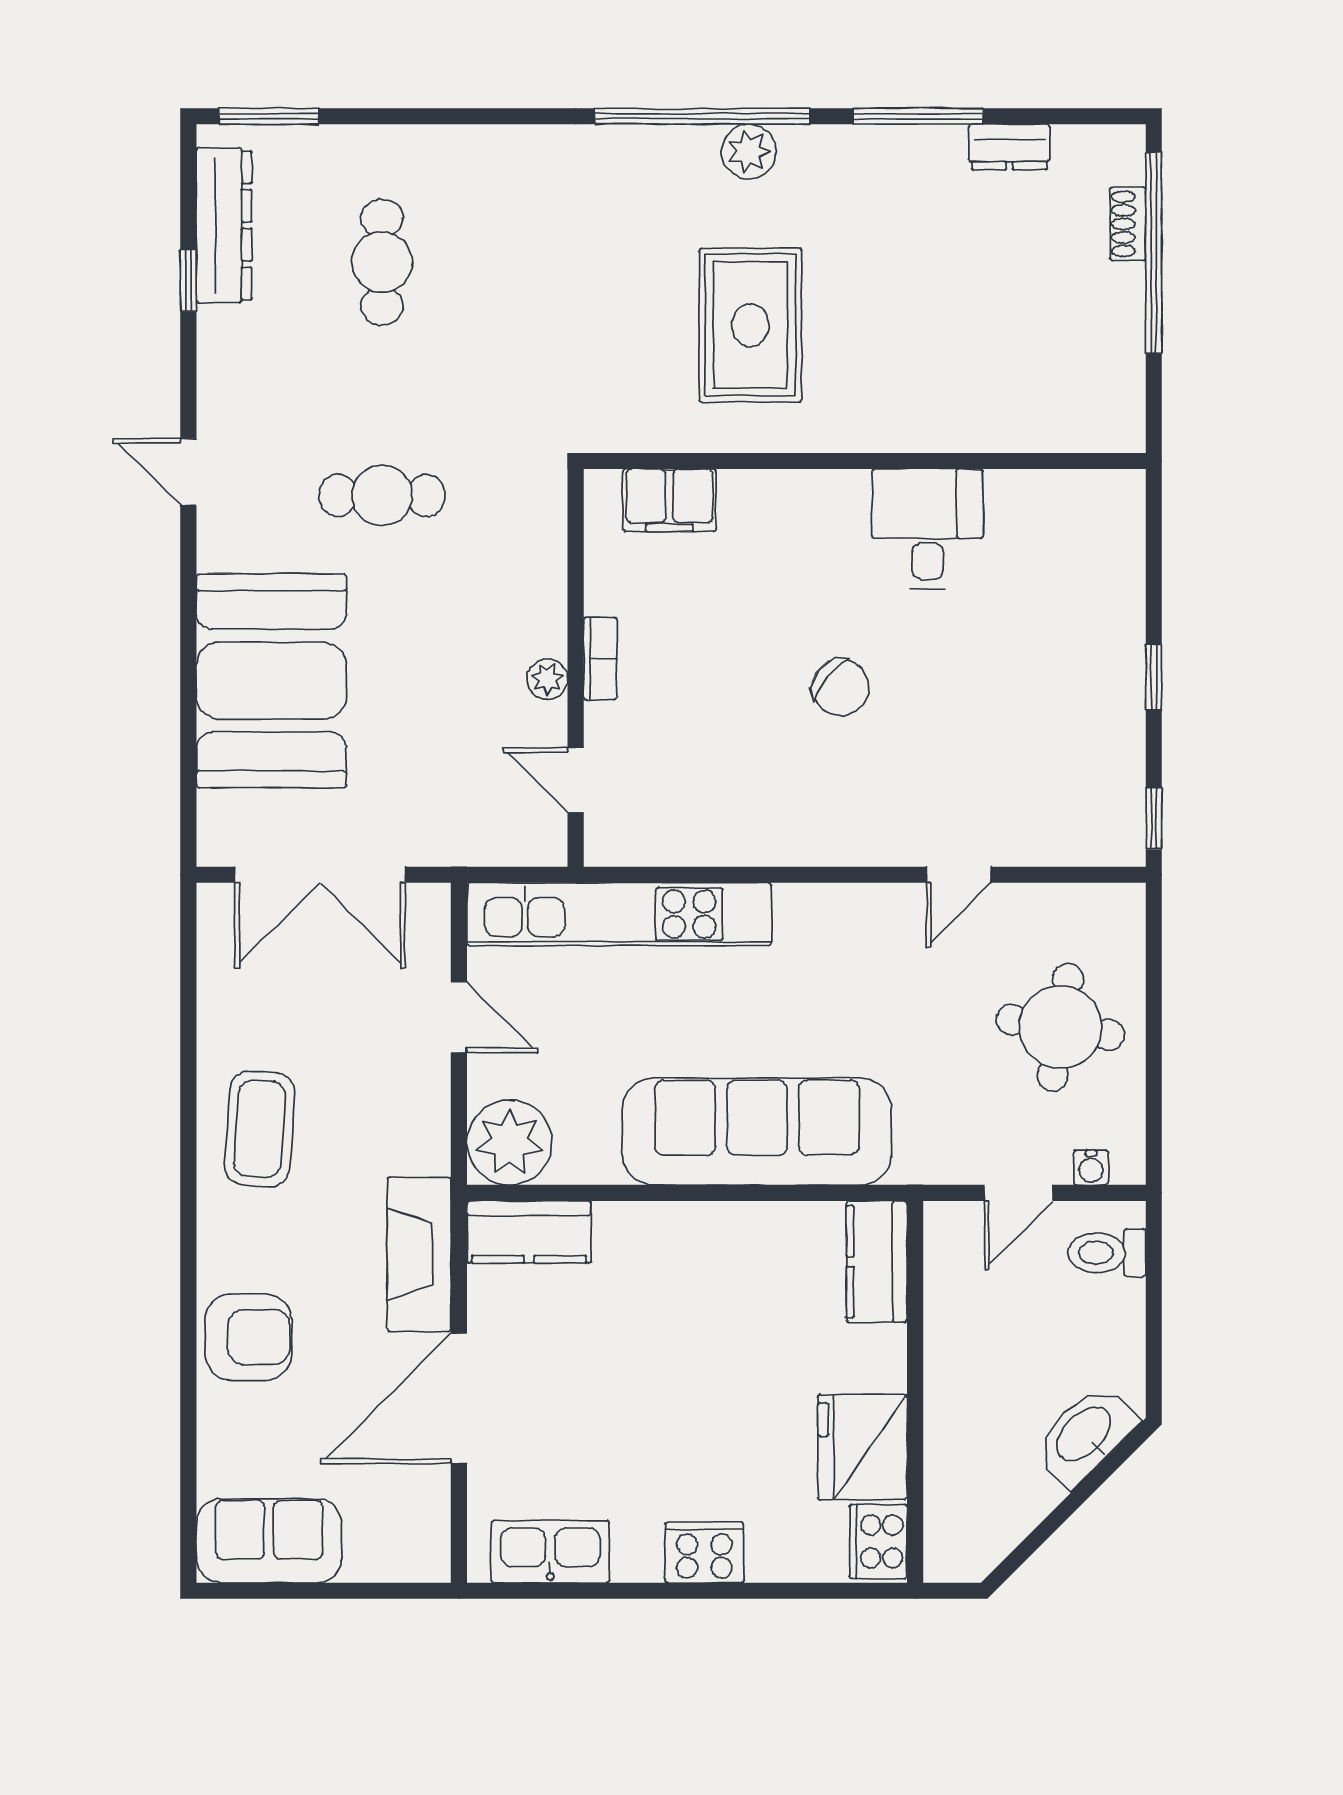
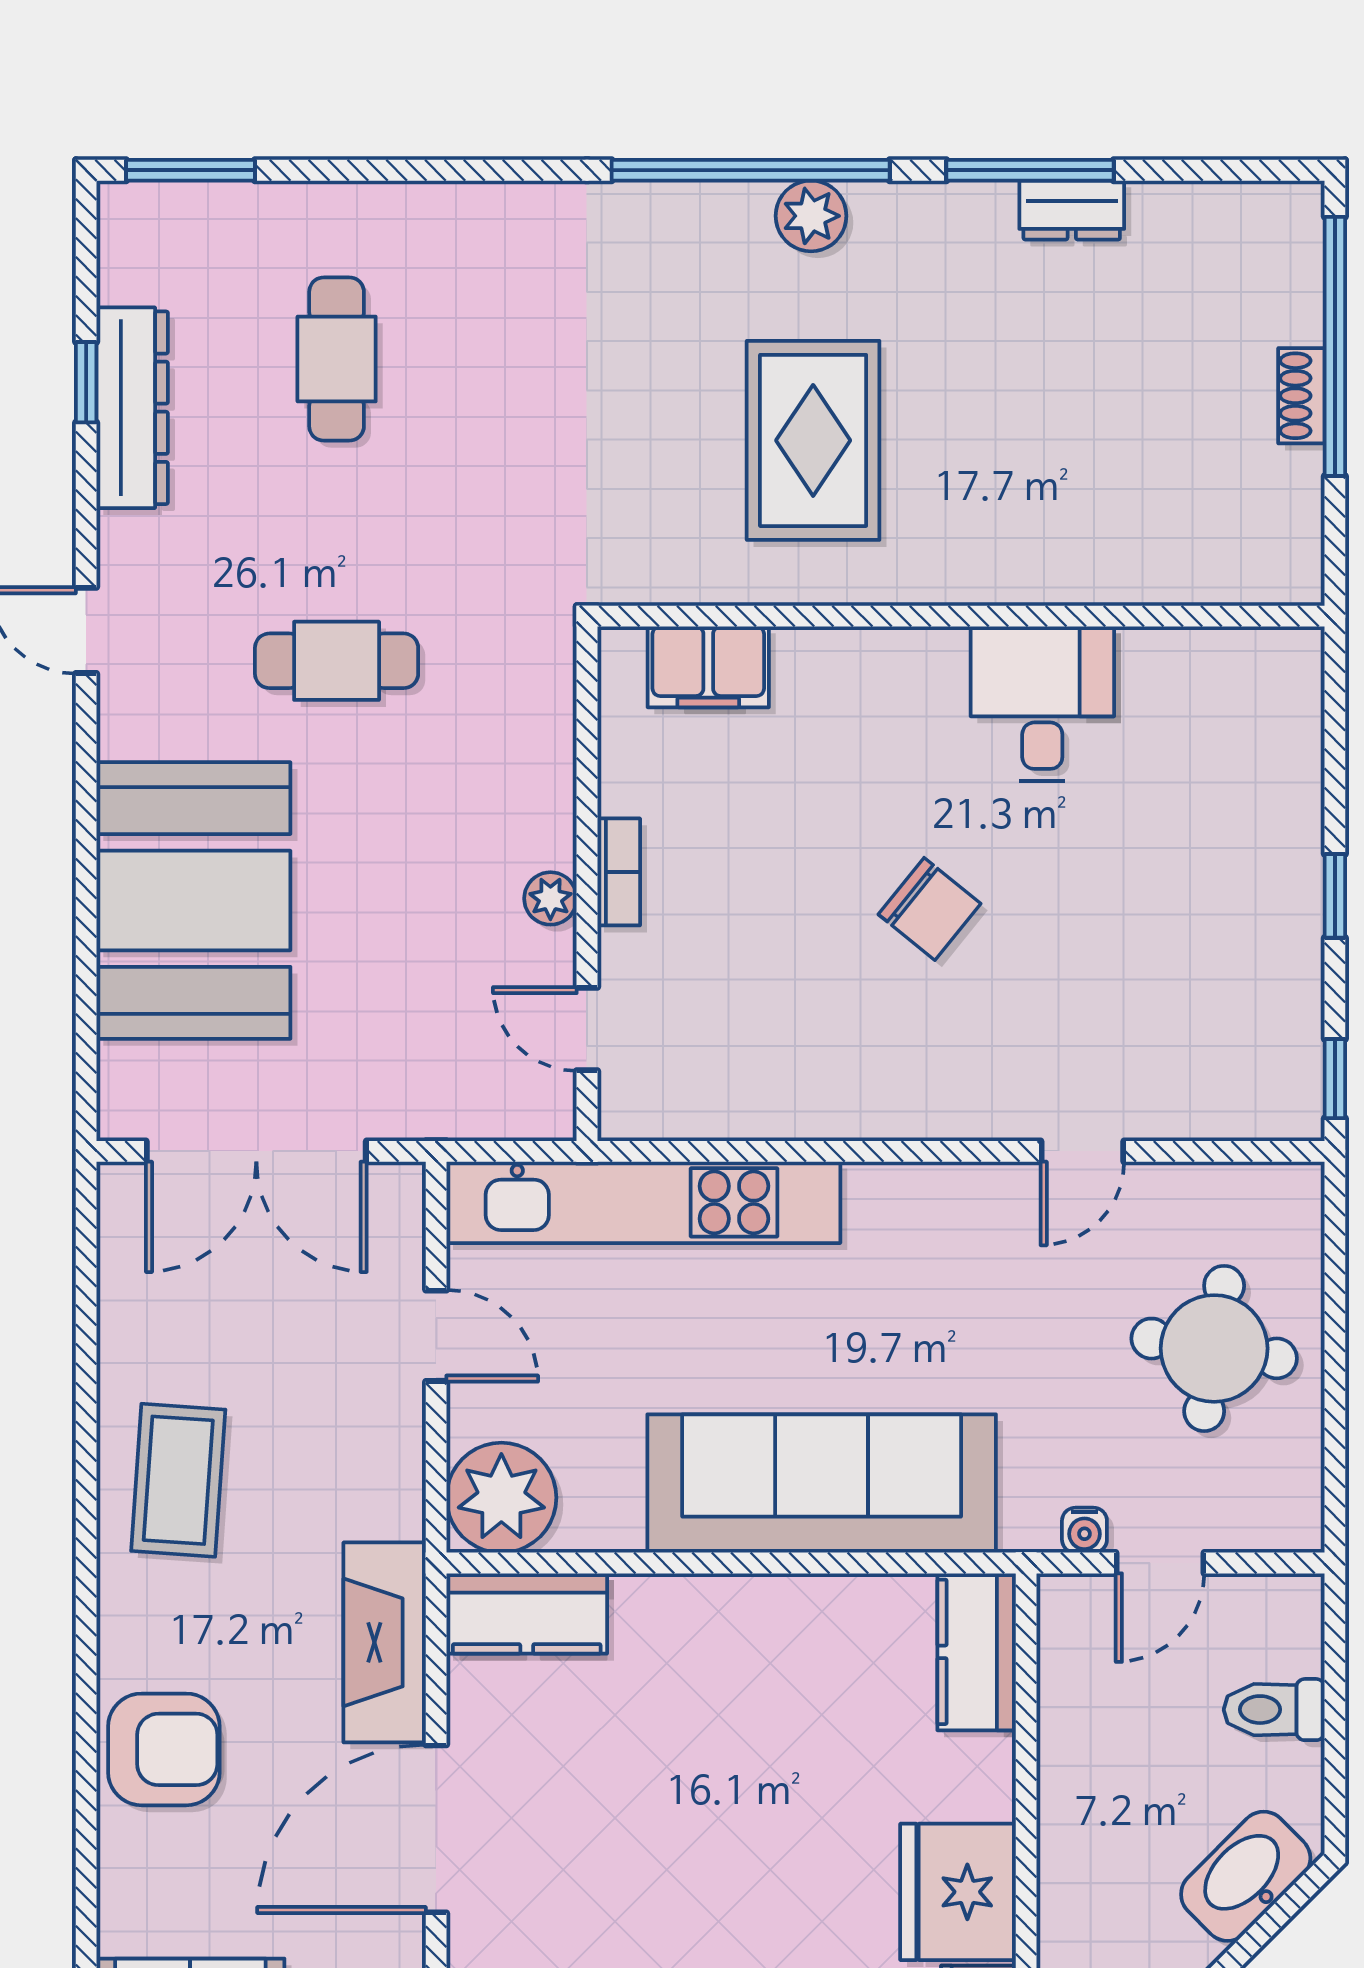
dresser: (1009, 147) -> (1072, 210), moved
shoe rack: (1128, 224) -> (1301, 396), moved
dresser: (224, 225) -> (132, 408), moved
water cooler: (1091, 1168) -> (1084, 1530), moved
toilet: (1107, 1253) -> (1274, 1710), moved

